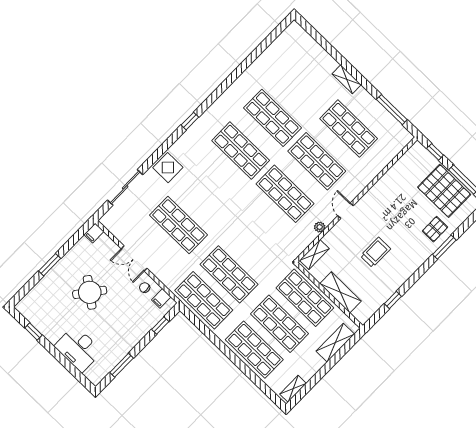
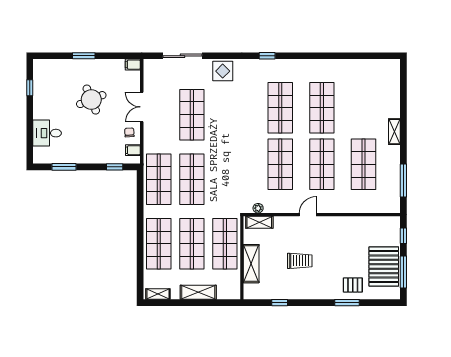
plant: (320, 227) -> (258, 208), moved
round table: (90, 292) -> (91, 100), turned 31
shelving: (335, 343) -> (198, 292), moved
desk: (78, 349) -> (47, 133), width x0.73

